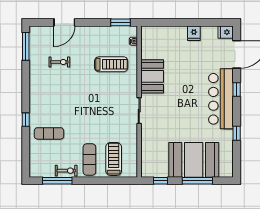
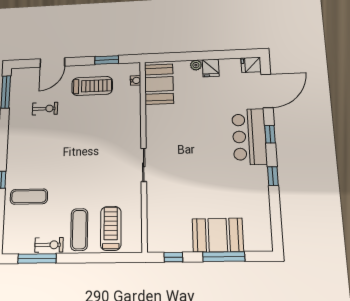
window: (121, 22) -> (107, 60), moved
plant: (182, 30) -> (196, 65), added
treadmill: (111, 64) -> (92, 86), moved
booth: (152, 76) -> (159, 84), moved
bar counter: (221, 99) -> (249, 137), width x0.73
window: (237, 133) -> (273, 176), moved
booth: (194, 160) -> (218, 235), width x0.73, depth x0.70

